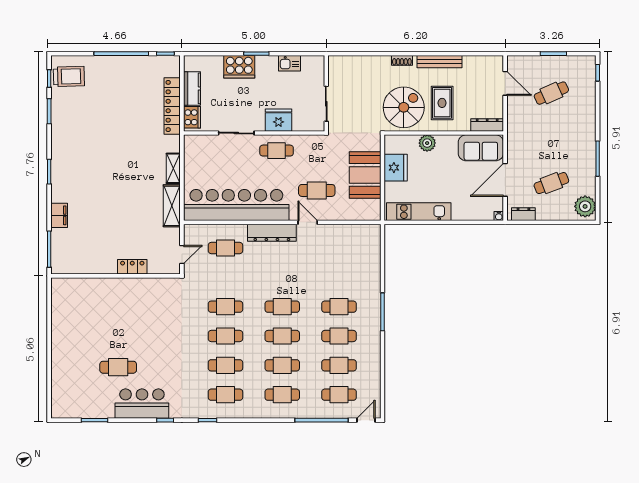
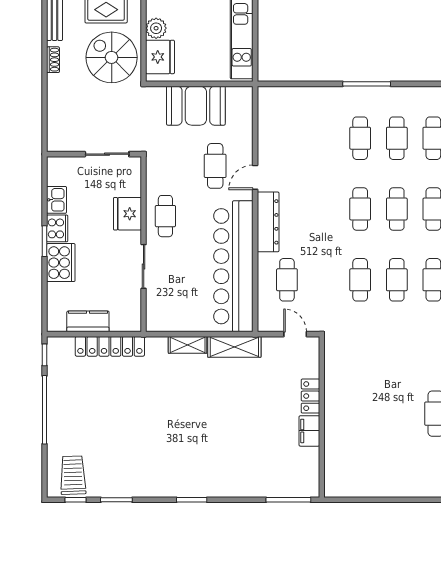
cooker: (192, 117) -> (57, 228), moved, turned 90
fridge: (396, 168) -> (160, 57), moved, turned 90
filing cabinet: (59, 215) -> (309, 431), moved, turned -90

